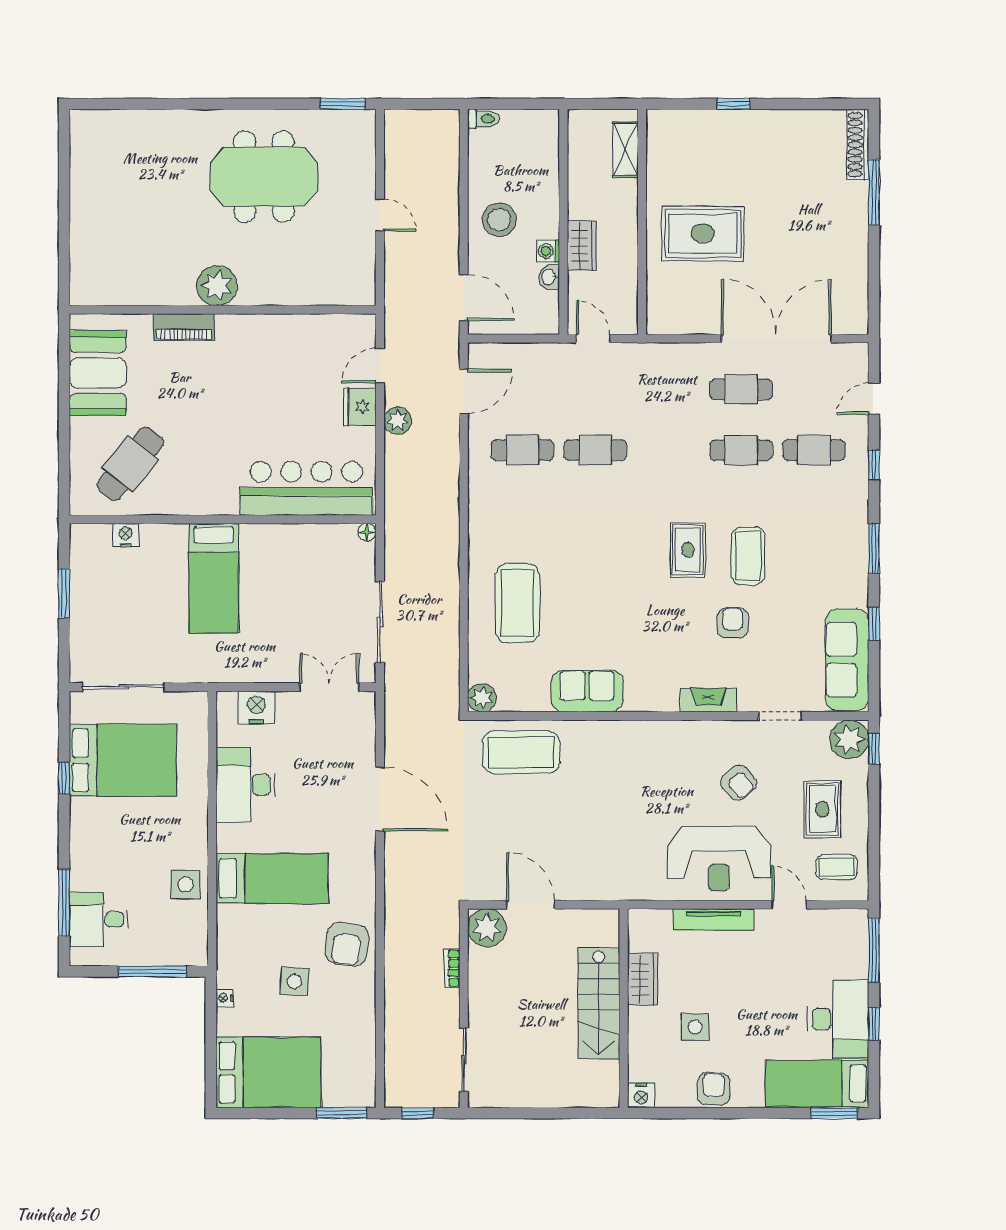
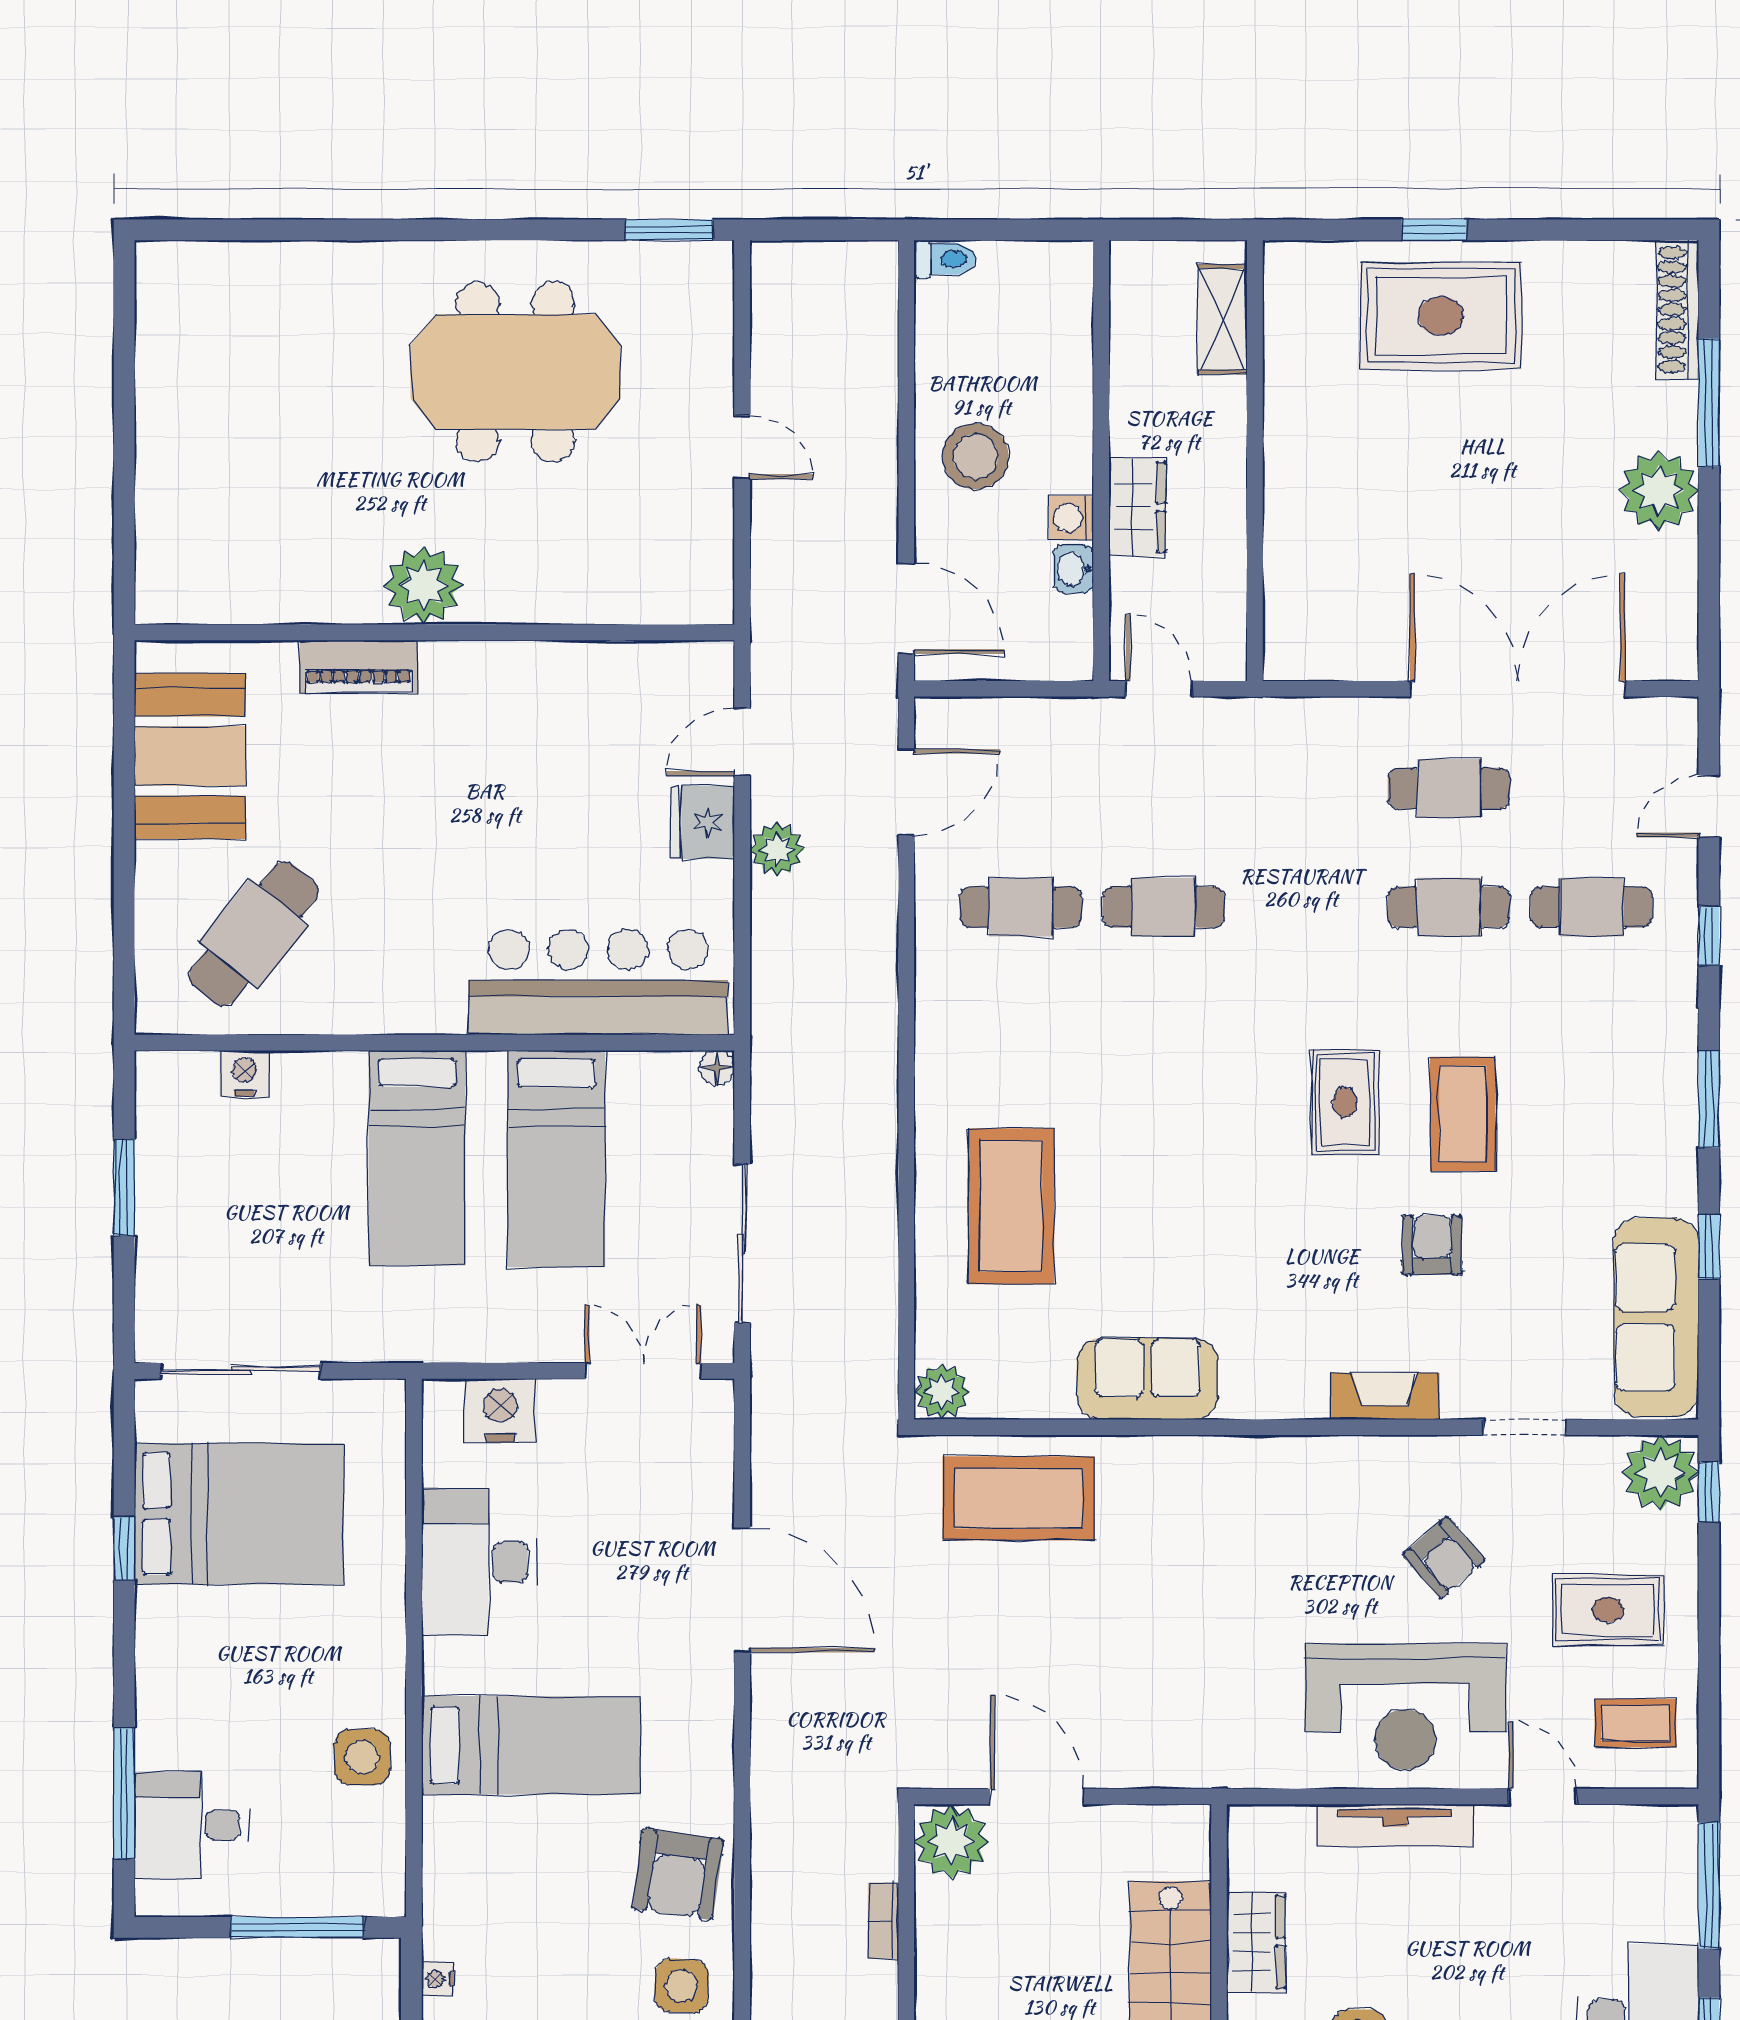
rug: (703, 233) -> (1441, 316), moved
plant: (848, 237) -> (1659, 491), added
bed: (285, 579) -> (556, 1159), added
rug: (822, 809) -> (1608, 1610), turned 90
side table: (294, 981) -> (681, 1986), moved

